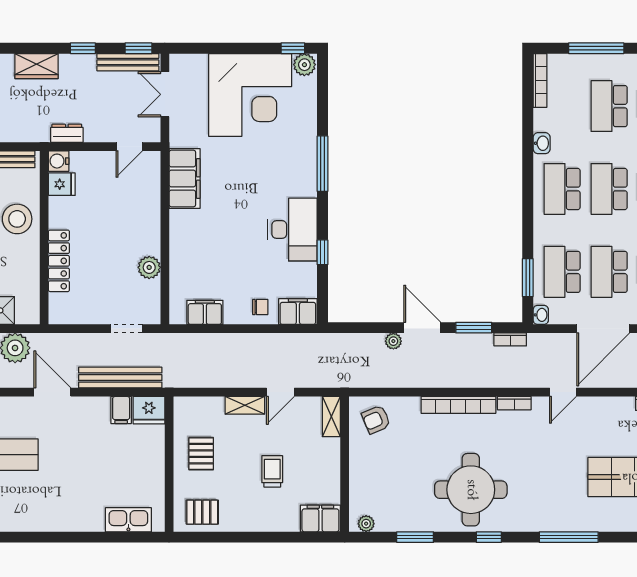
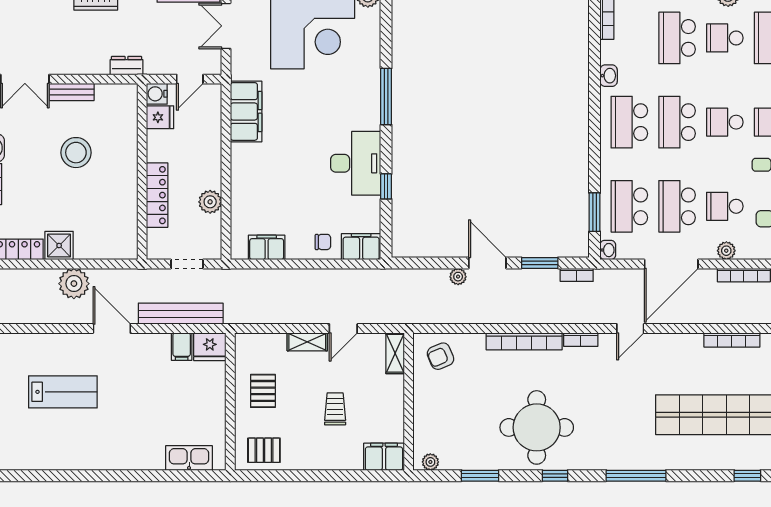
water cooler: (59, 161) -> (157, 94), moved
fridge: (62, 184) -> (160, 117), moved
wall: (44, 238) -> (142, 172), moved
locker: (59, 261) -> (157, 195), moved

